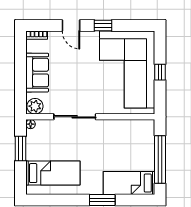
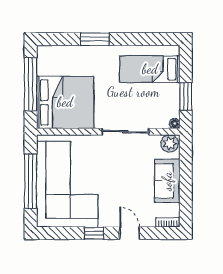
window: (160, 72) -> (31, 181), width x3.17
bed: (129, 183) -> (65, 102), moved, width x2.04

